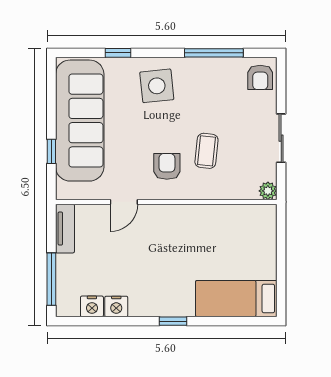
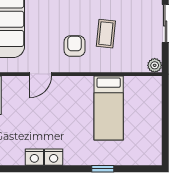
bed: (236, 299) -> (109, 108), moved, turned -90
nightstand: (92, 306) -> (54, 157), moved
window: (173, 321) -> (103, 169), moved

